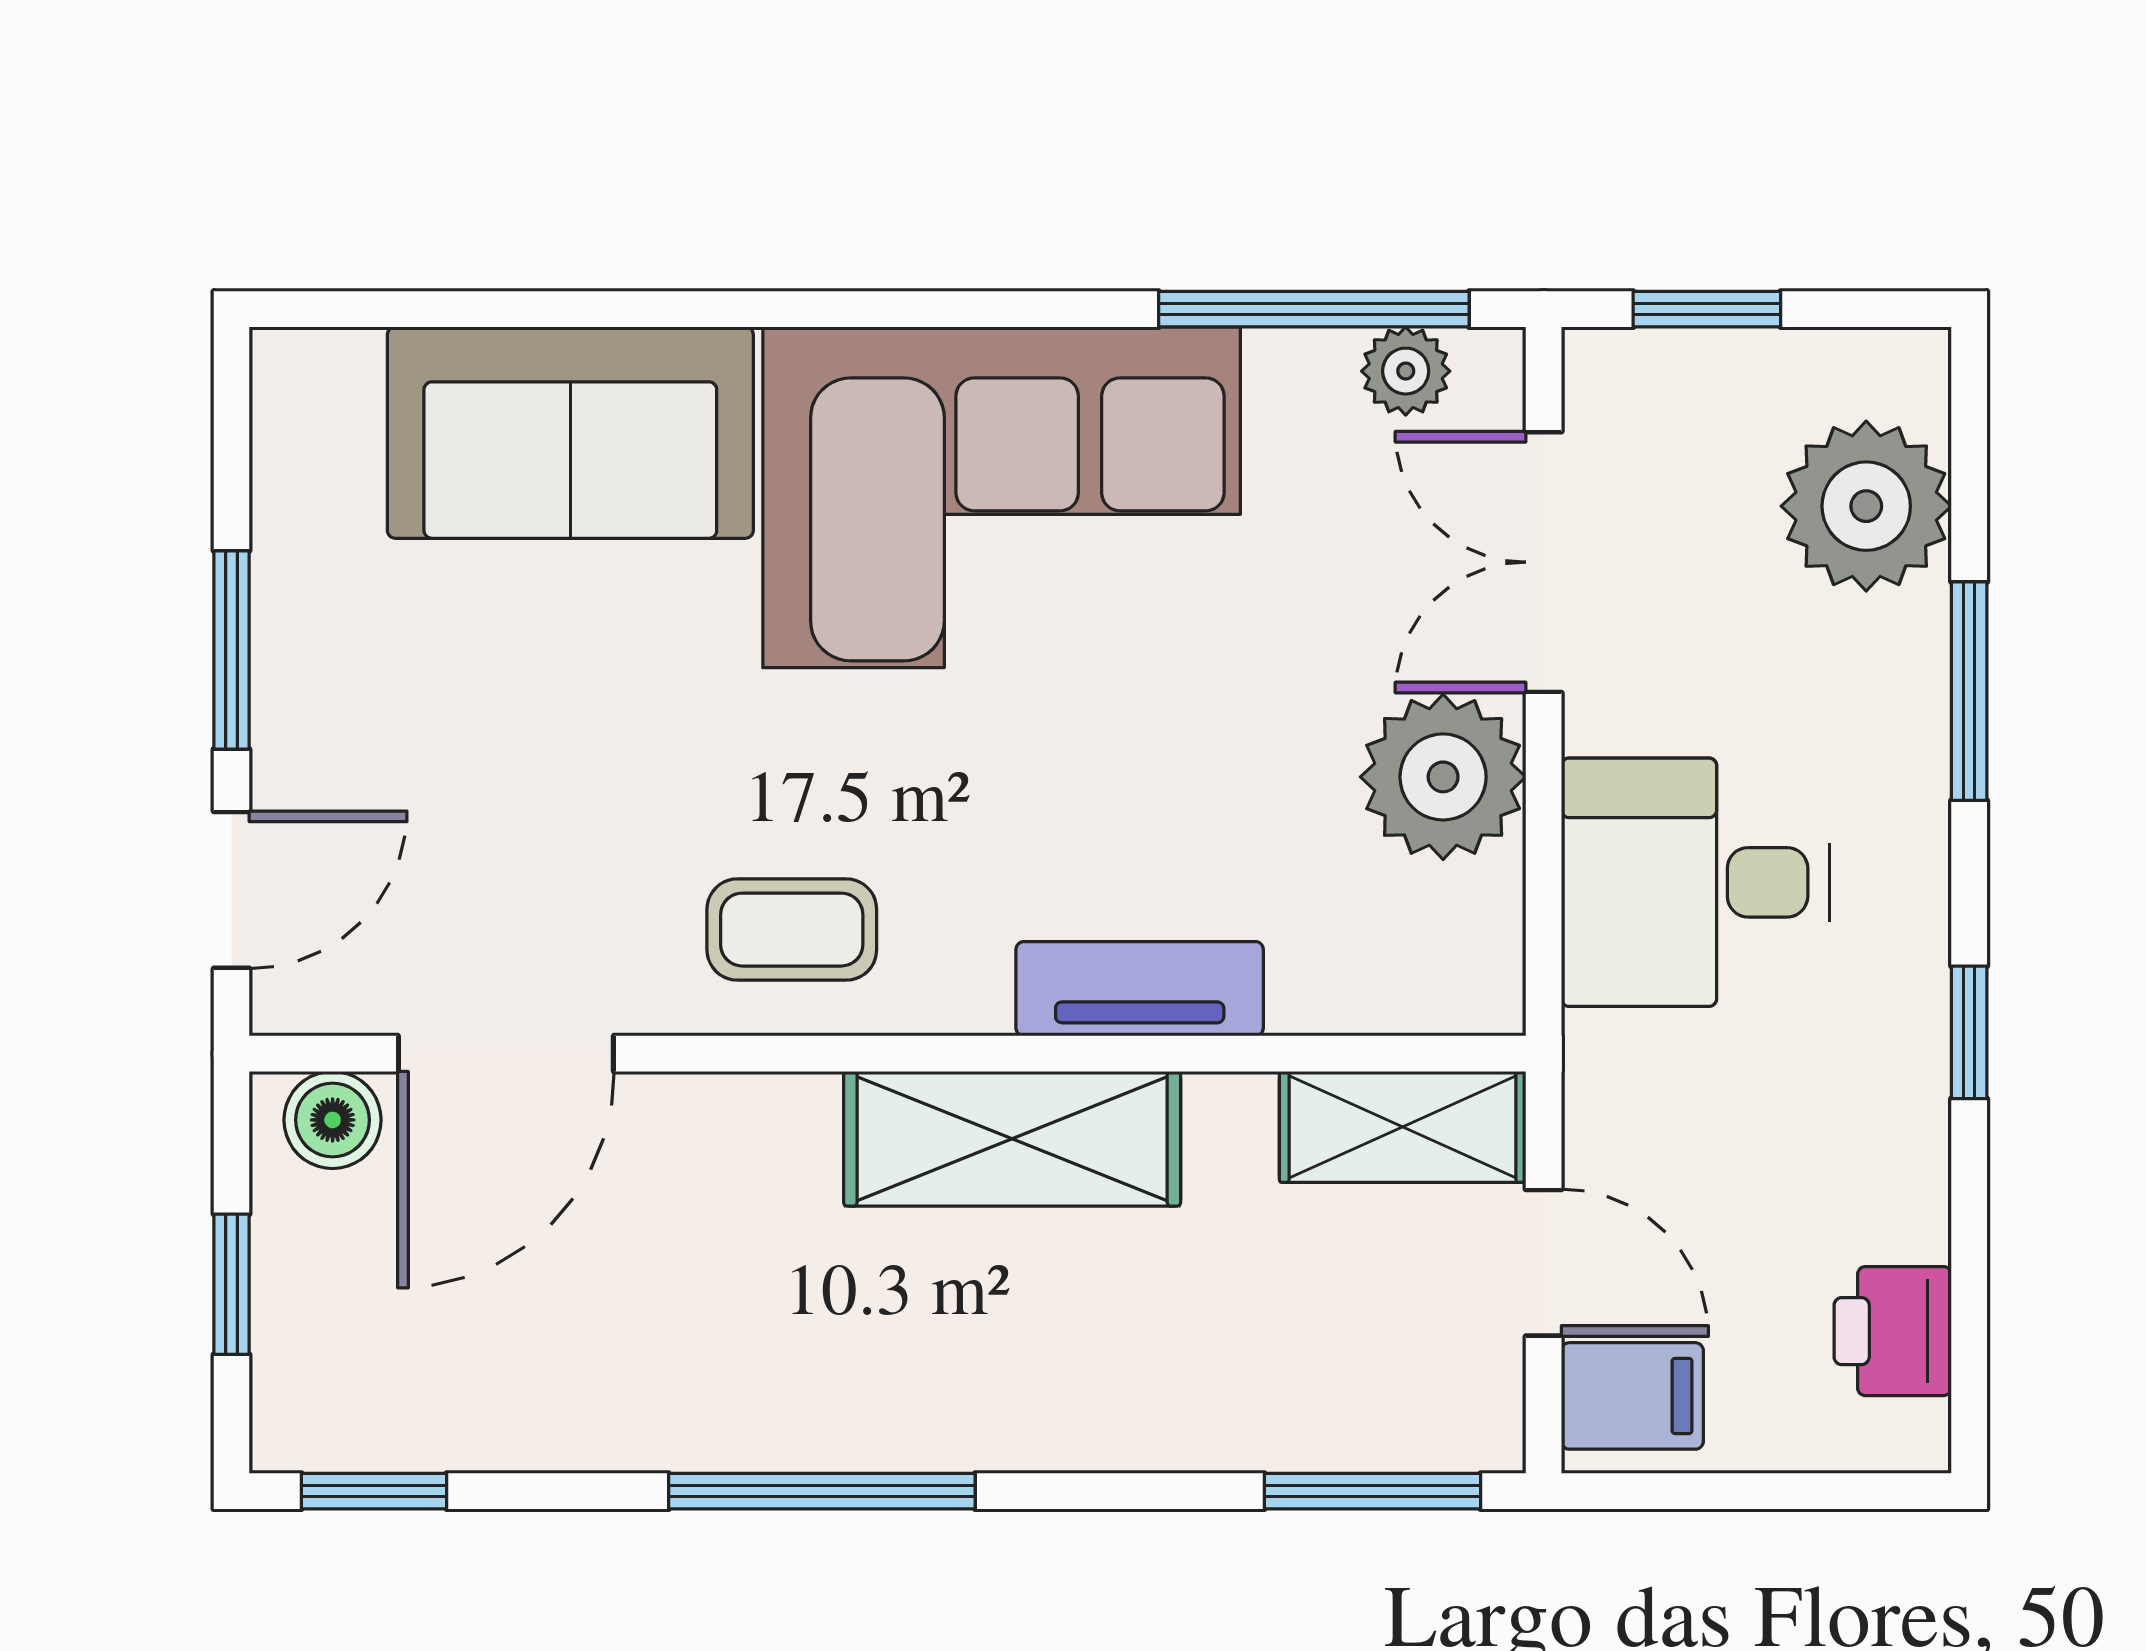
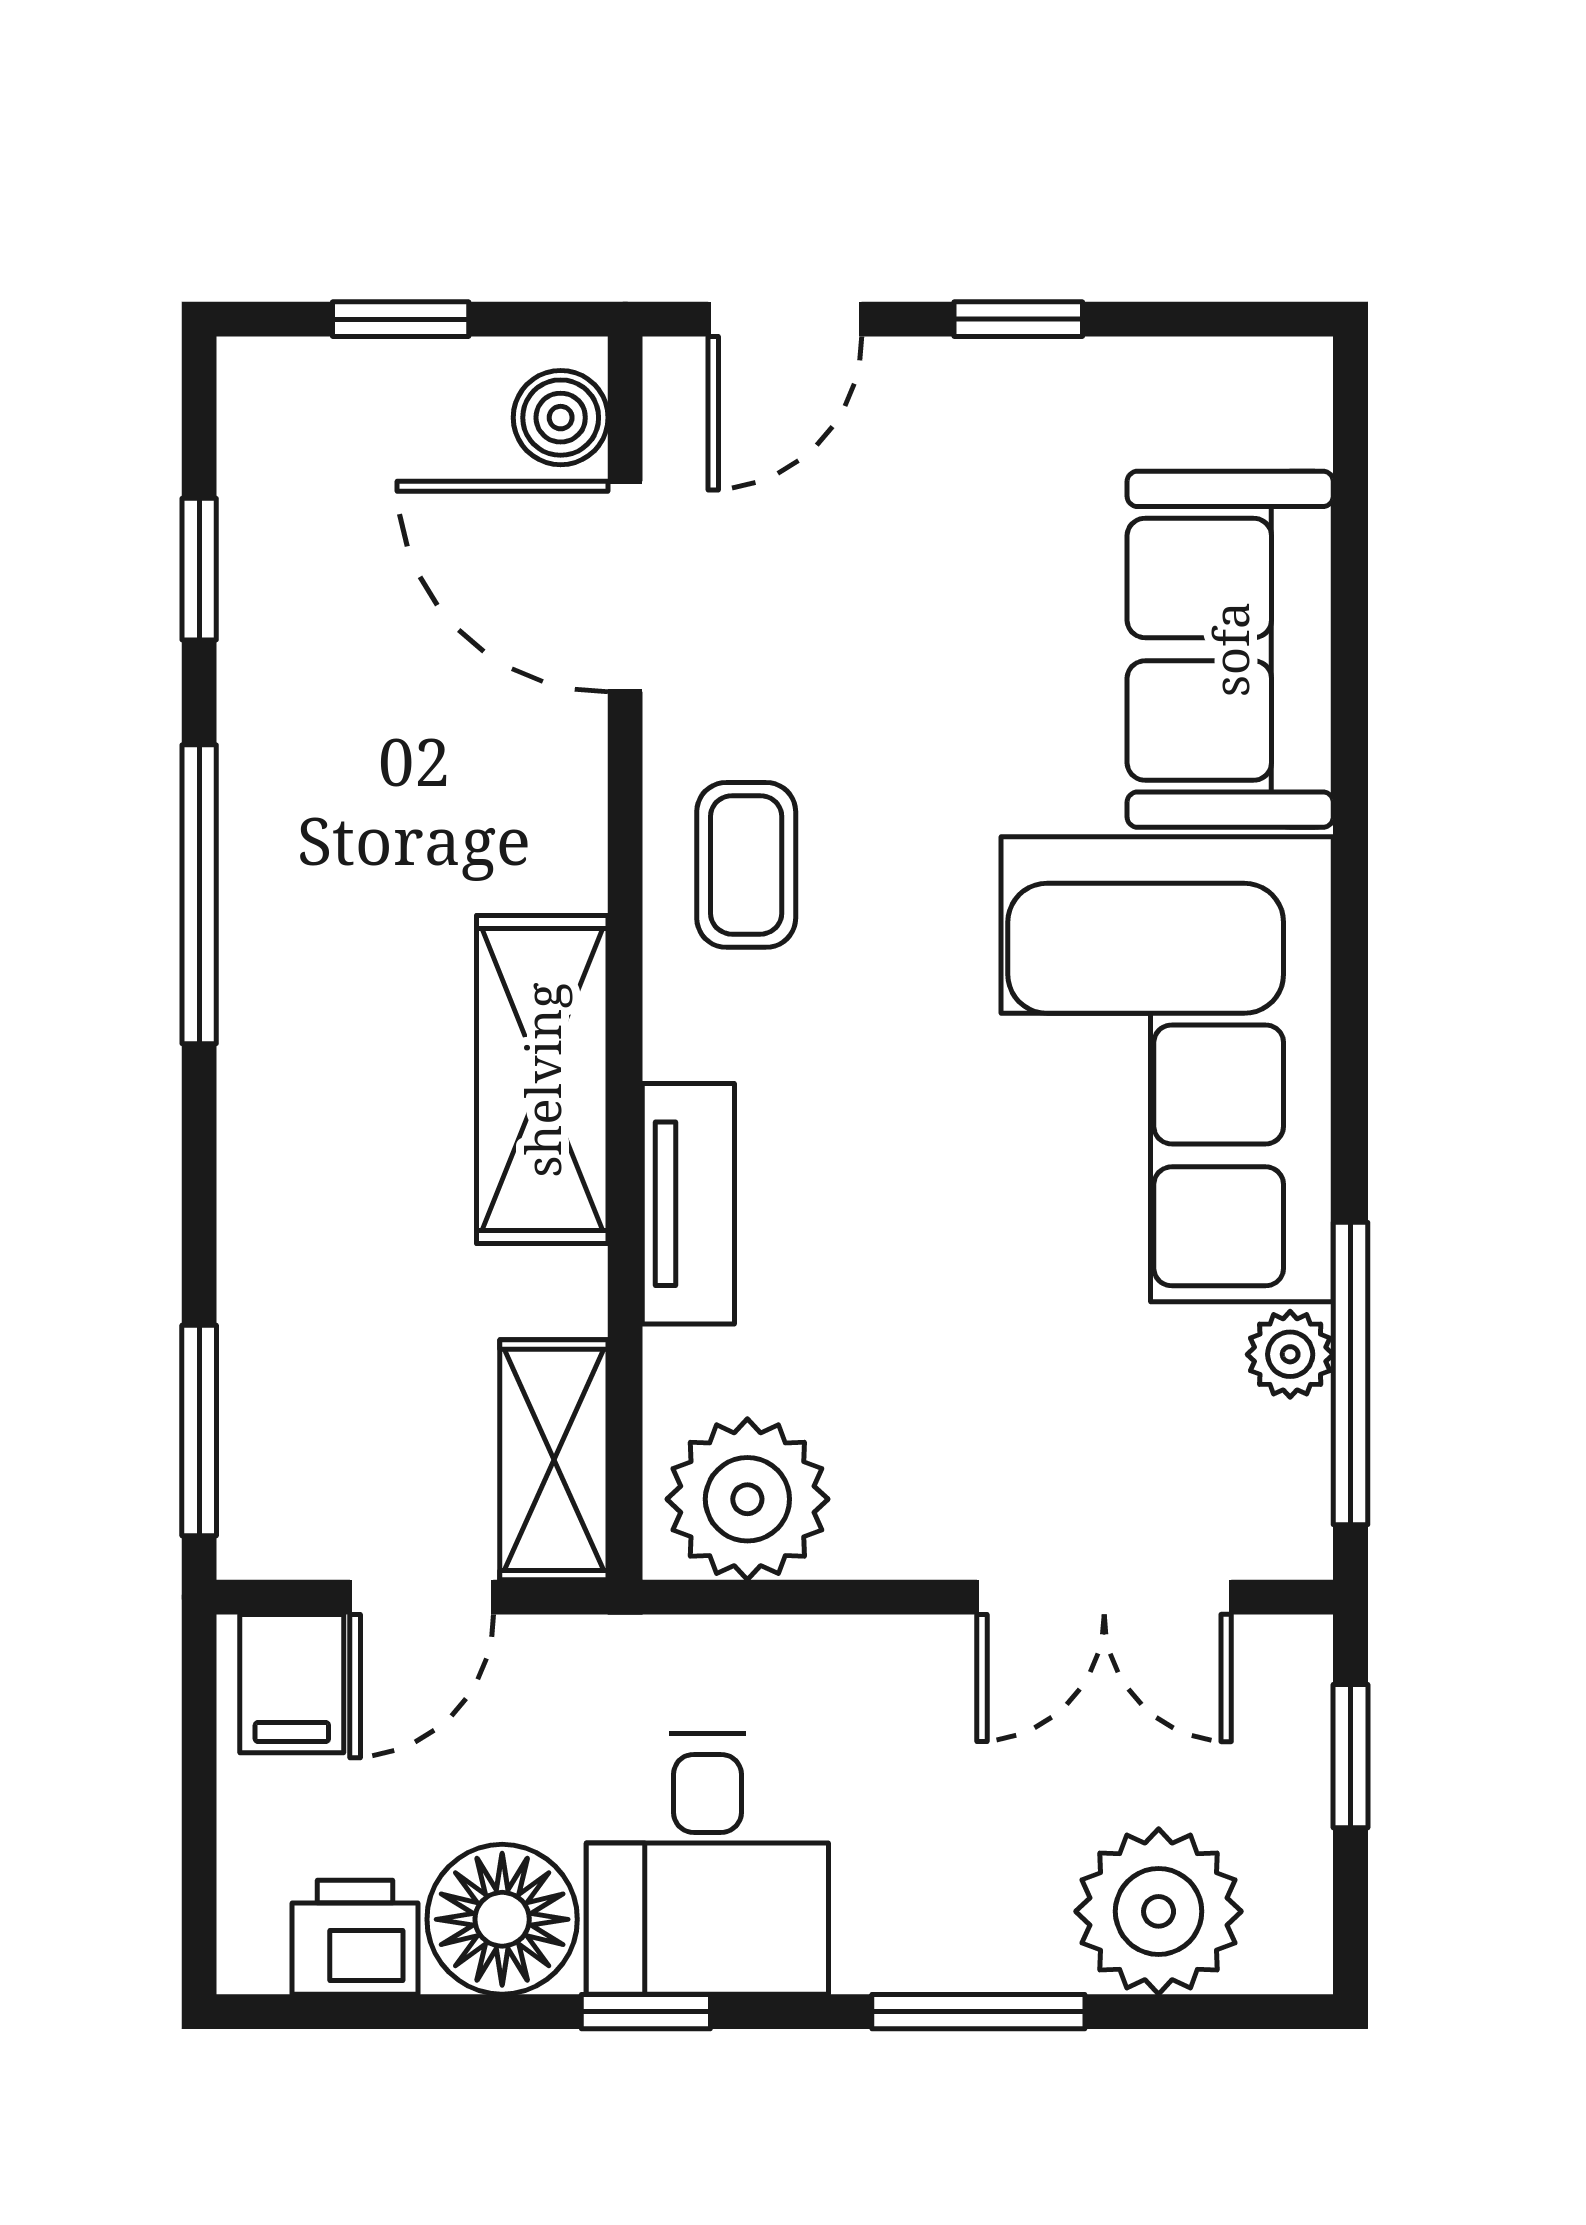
plant: (1406, 371) -> (1290, 1354), moved
double door: (1544, 562) -> (1104, 1597), swing flipped
window: (232, 650) -> (1018, 319), width x0.67
plant: (1443, 777) -> (747, 1499), moved
desk: (1695, 882) -> (707, 1864), moved, turned 180
door: (232, 890) -> (785, 319), hinge flipped
floor lamp: (1874, 1180) -> (502, 1919), added
window: (374, 1491) -> (199, 569), moved

